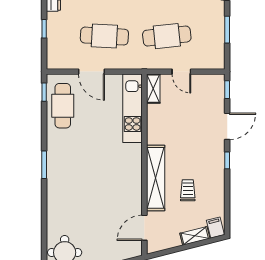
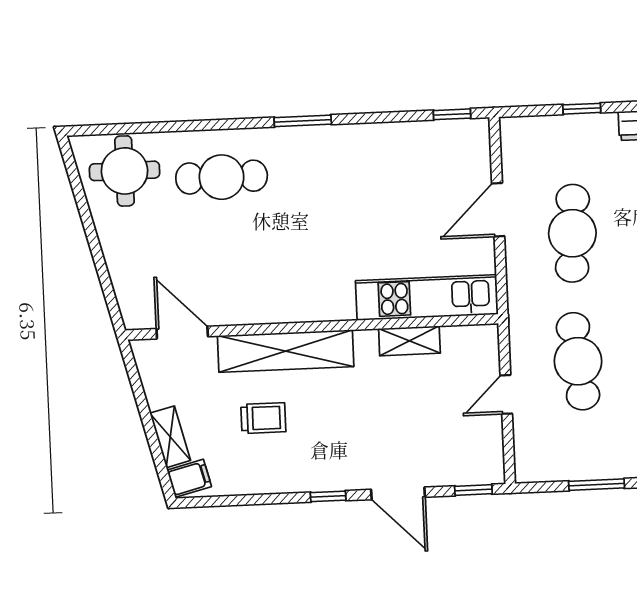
shelving: (153, 89) -> (409, 341), moved
cafe table: (63, 106) -> (222, 177), moved

